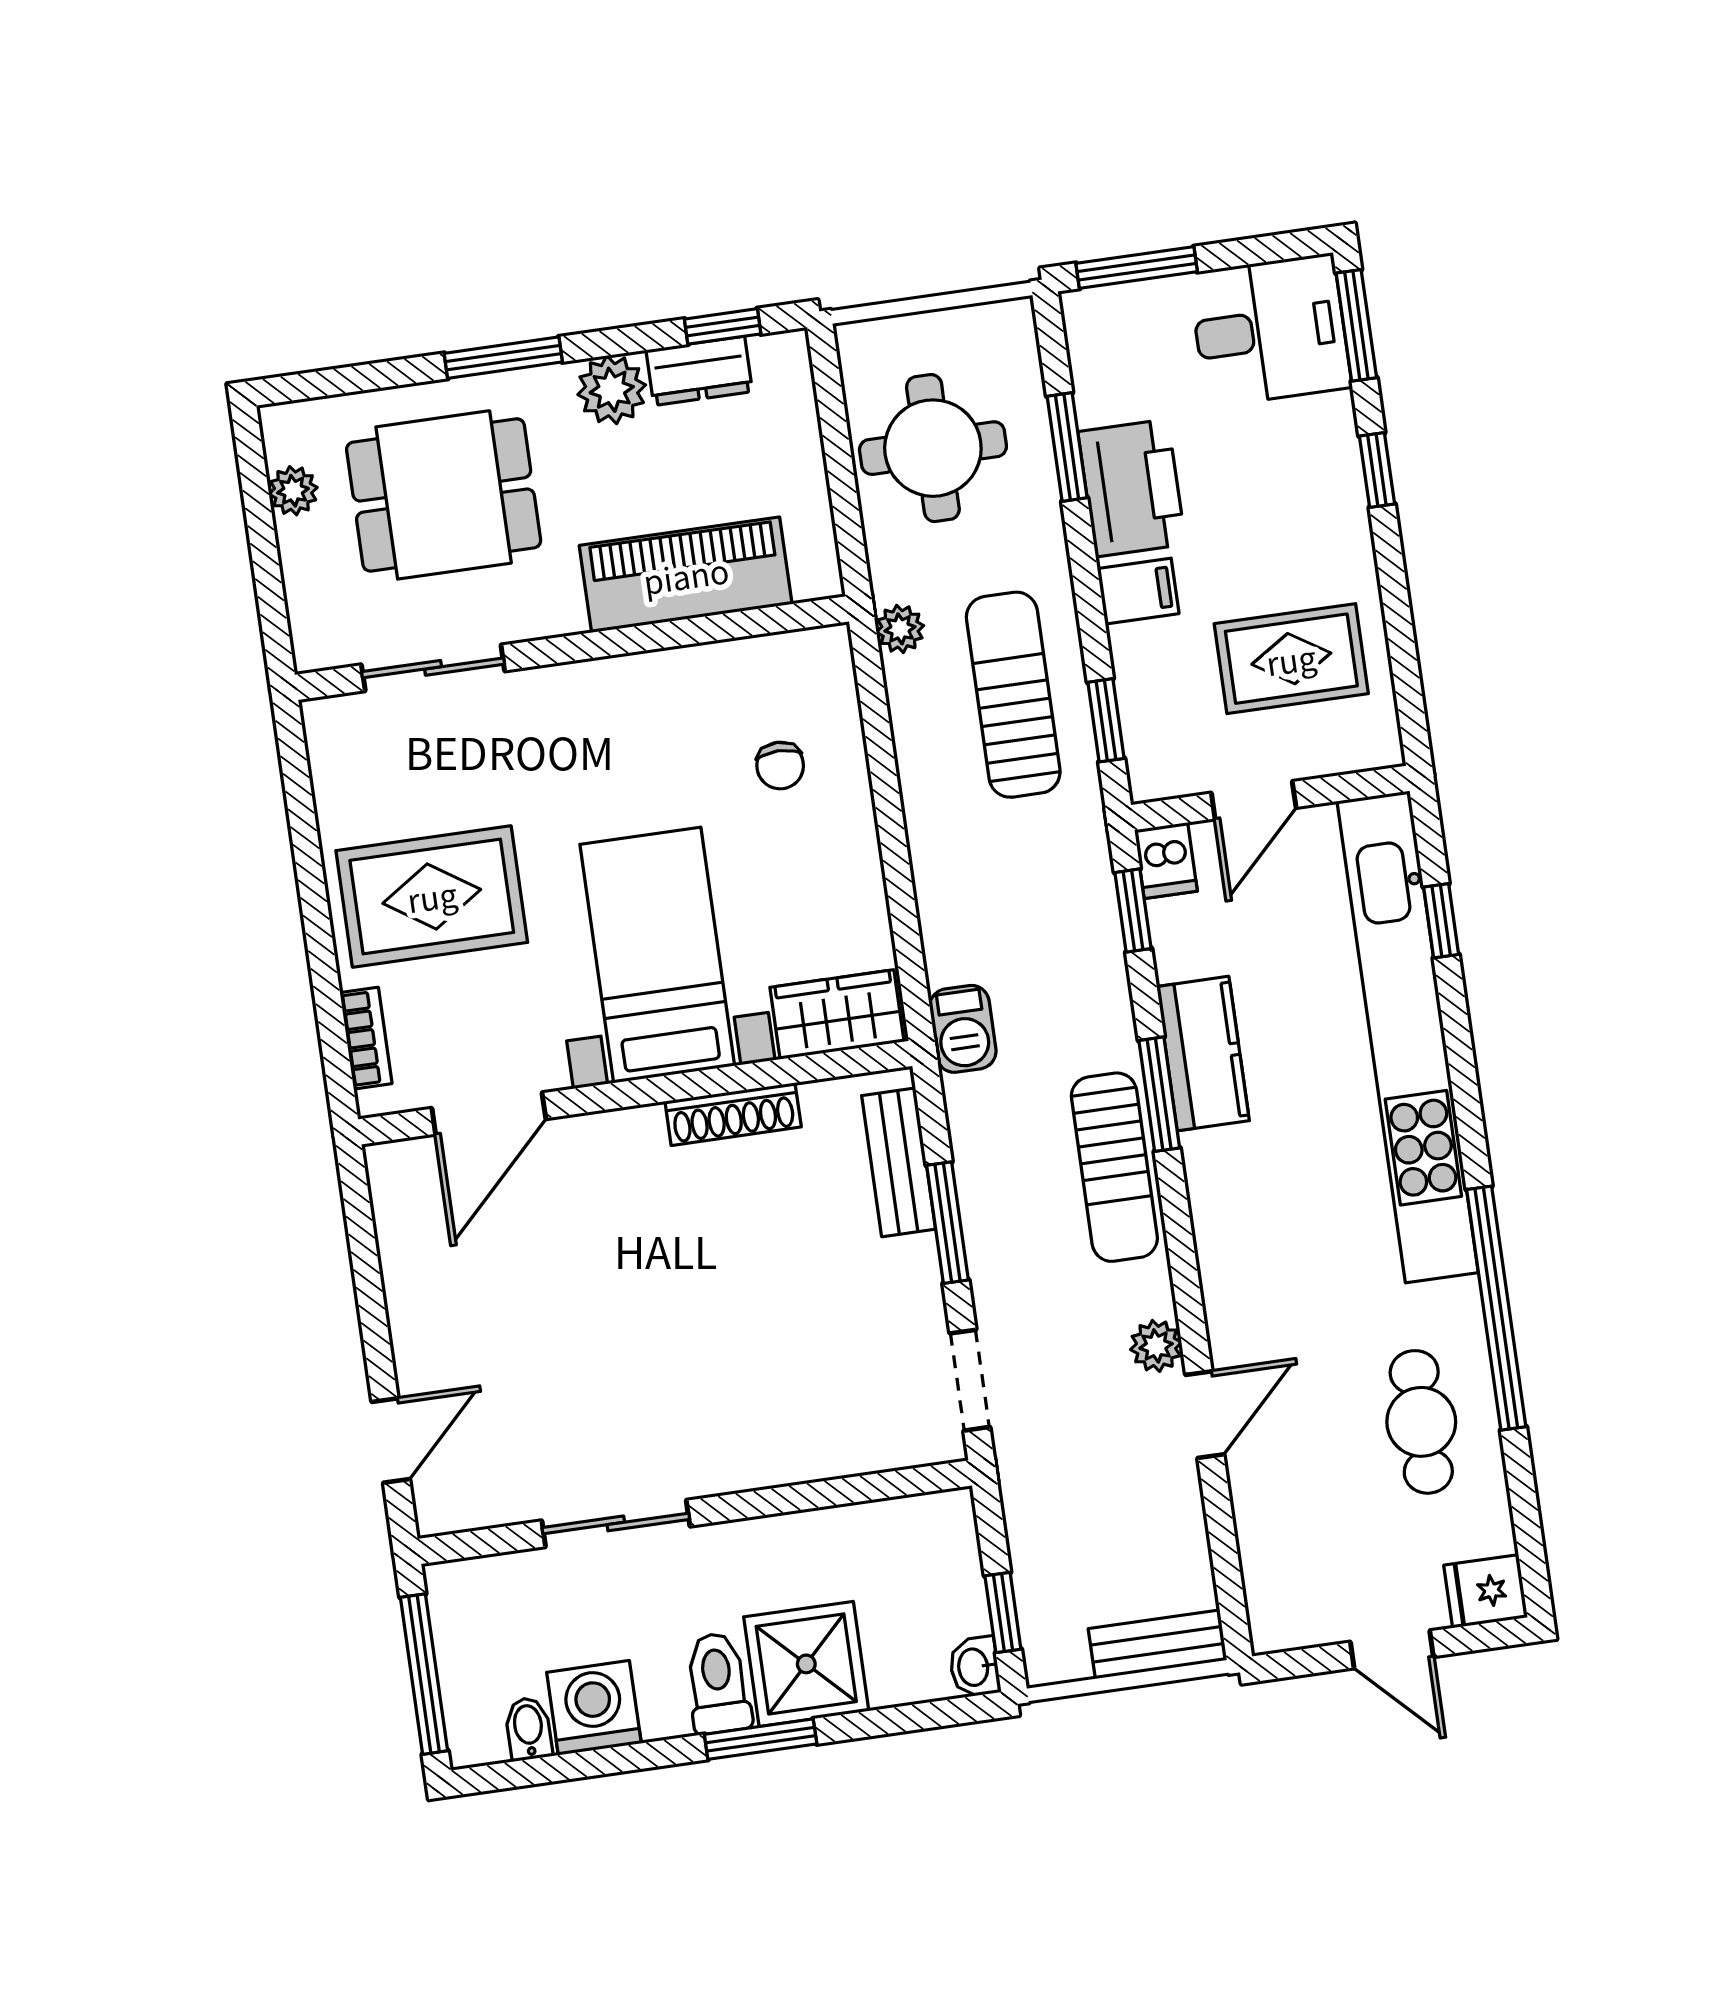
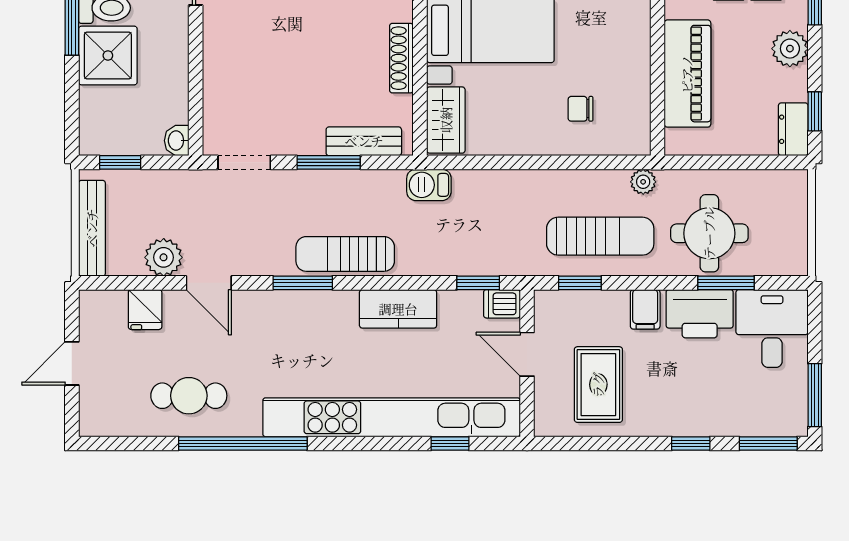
window: (1137, 267) -> (815, 395), moved
desk: (1270, 330) -> (772, 328), moved, turned 180
dresser: (699, 371) -> (793, 129), moved
round table: (933, 448) -> (709, 233), moved
window: (1159, 1094) -> (303, 283), moved
plant: (1156, 1346) -> (164, 257), moved, width x1.38, depth x1.38
fridge: (1486, 1591) -> (145, 310), moved, turned 180
bench: (1158, 1644) -> (92, 228), width x1.36
washbasin: (975, 1667) -> (177, 141), moved, turned -90

